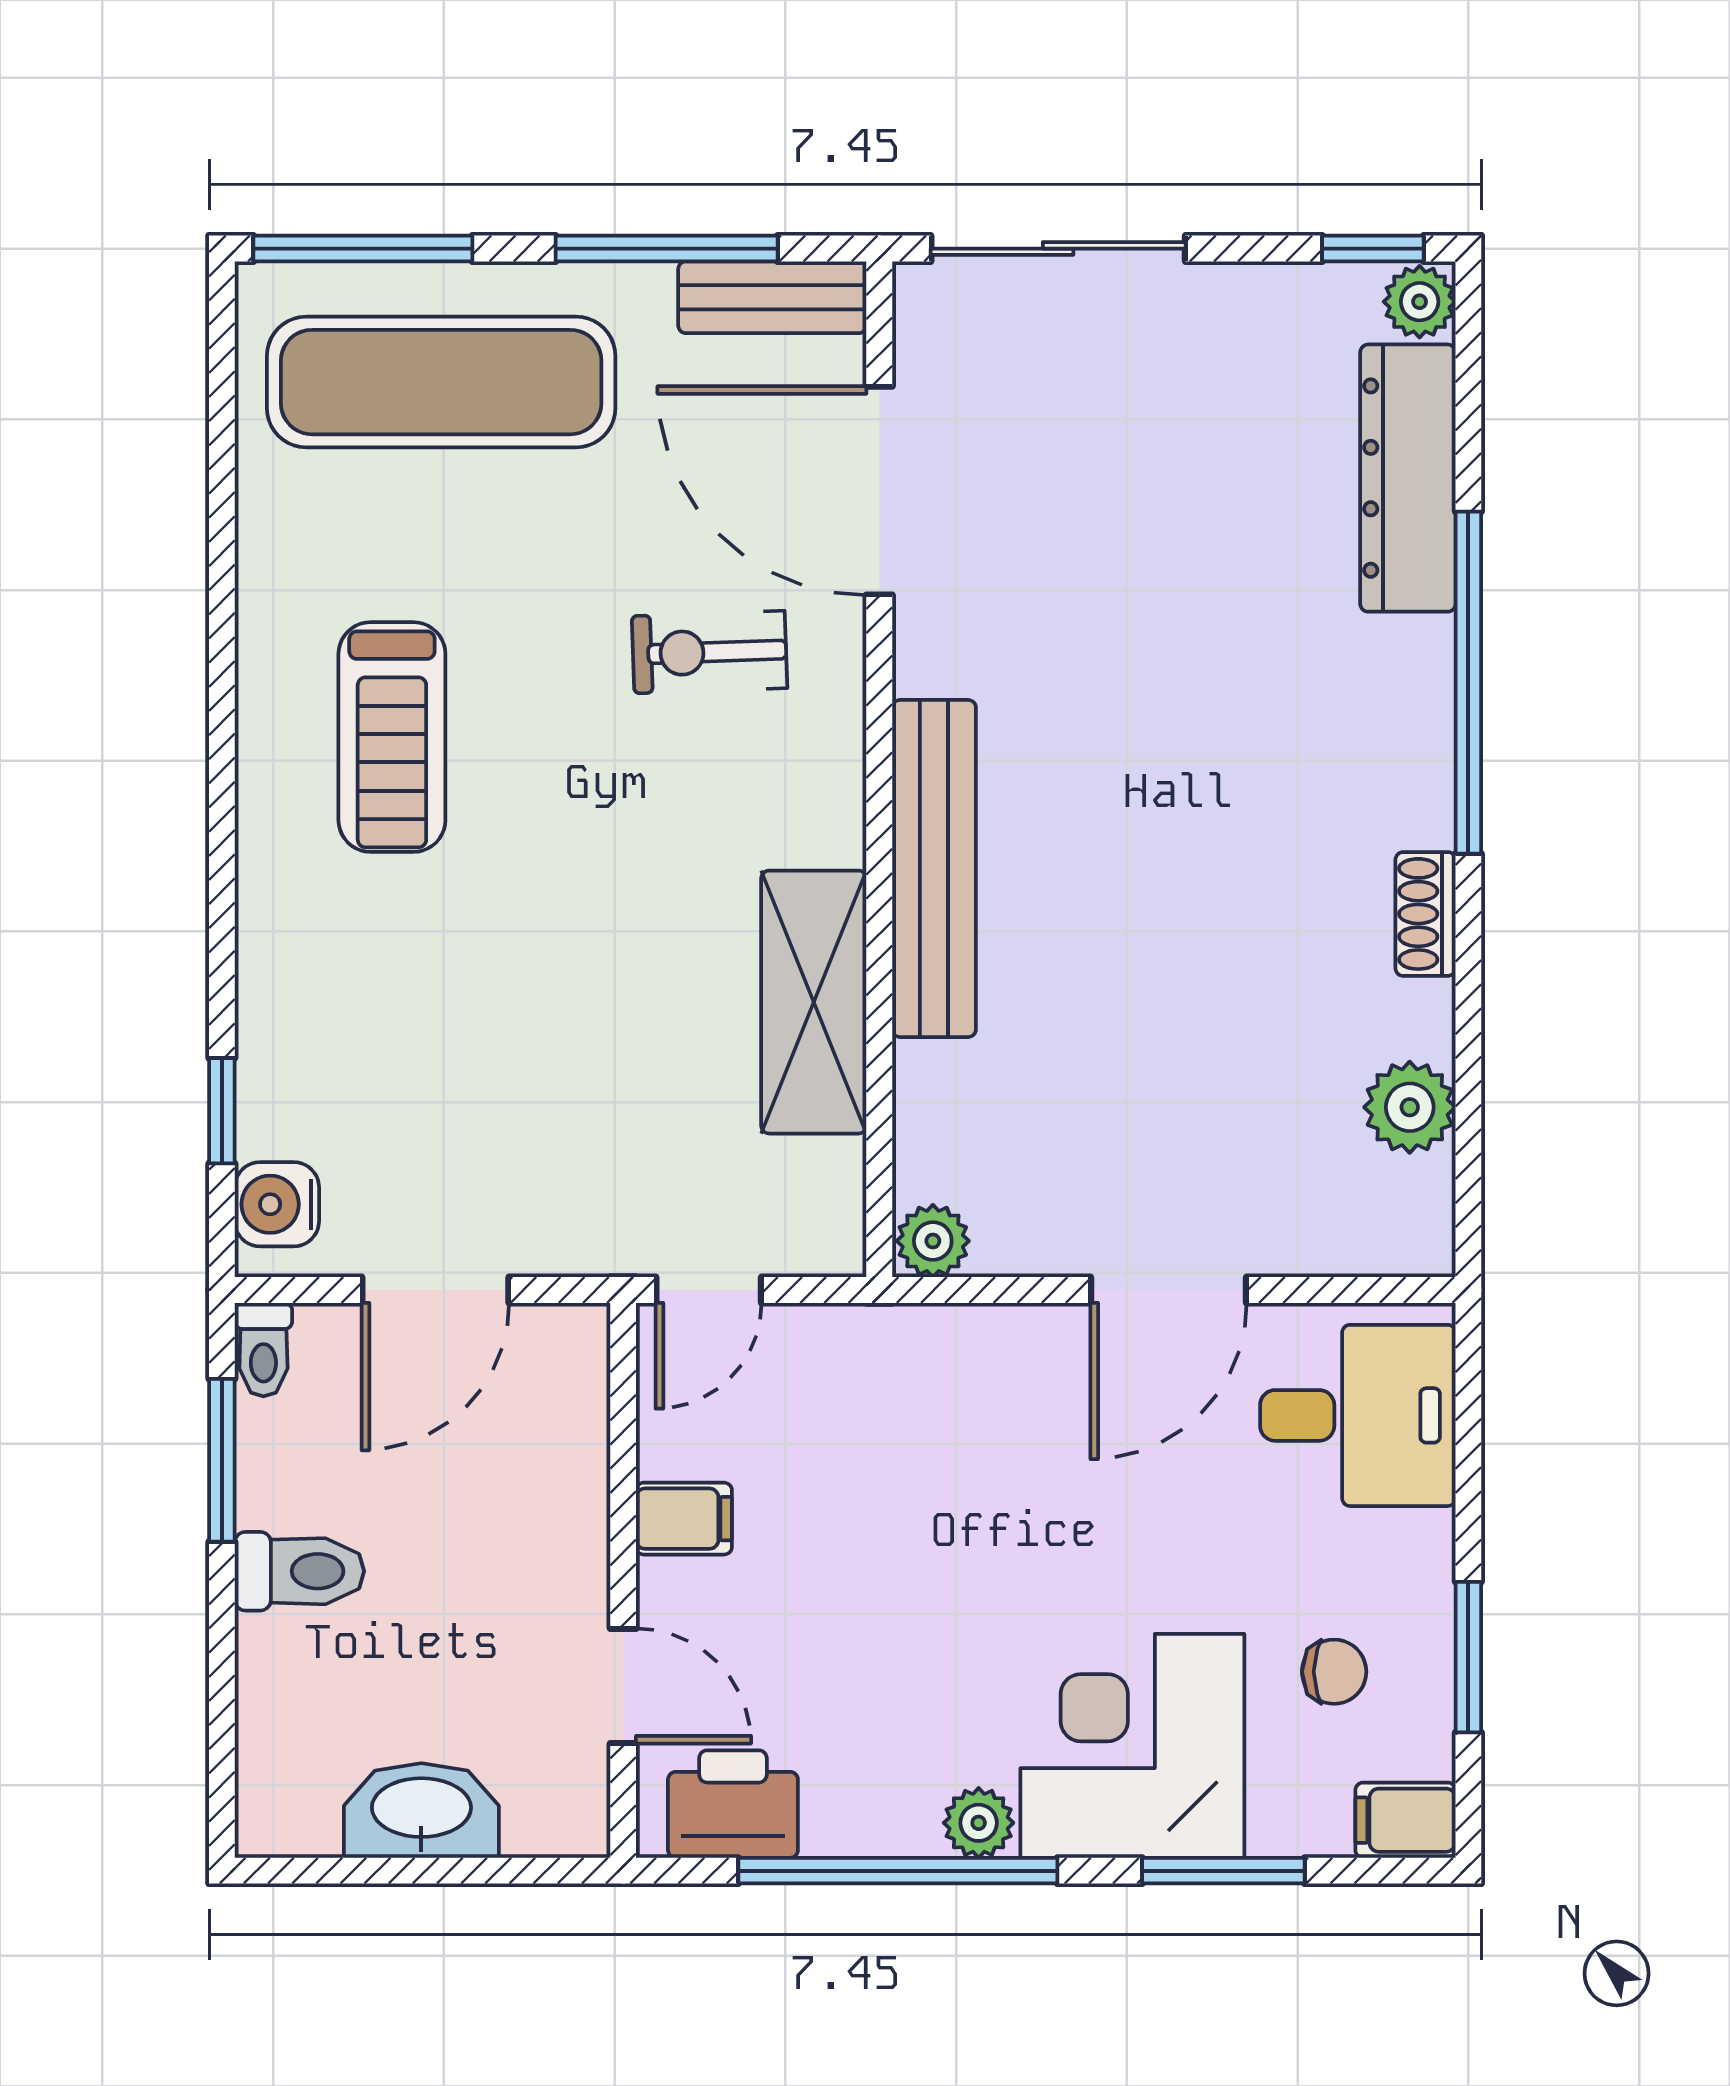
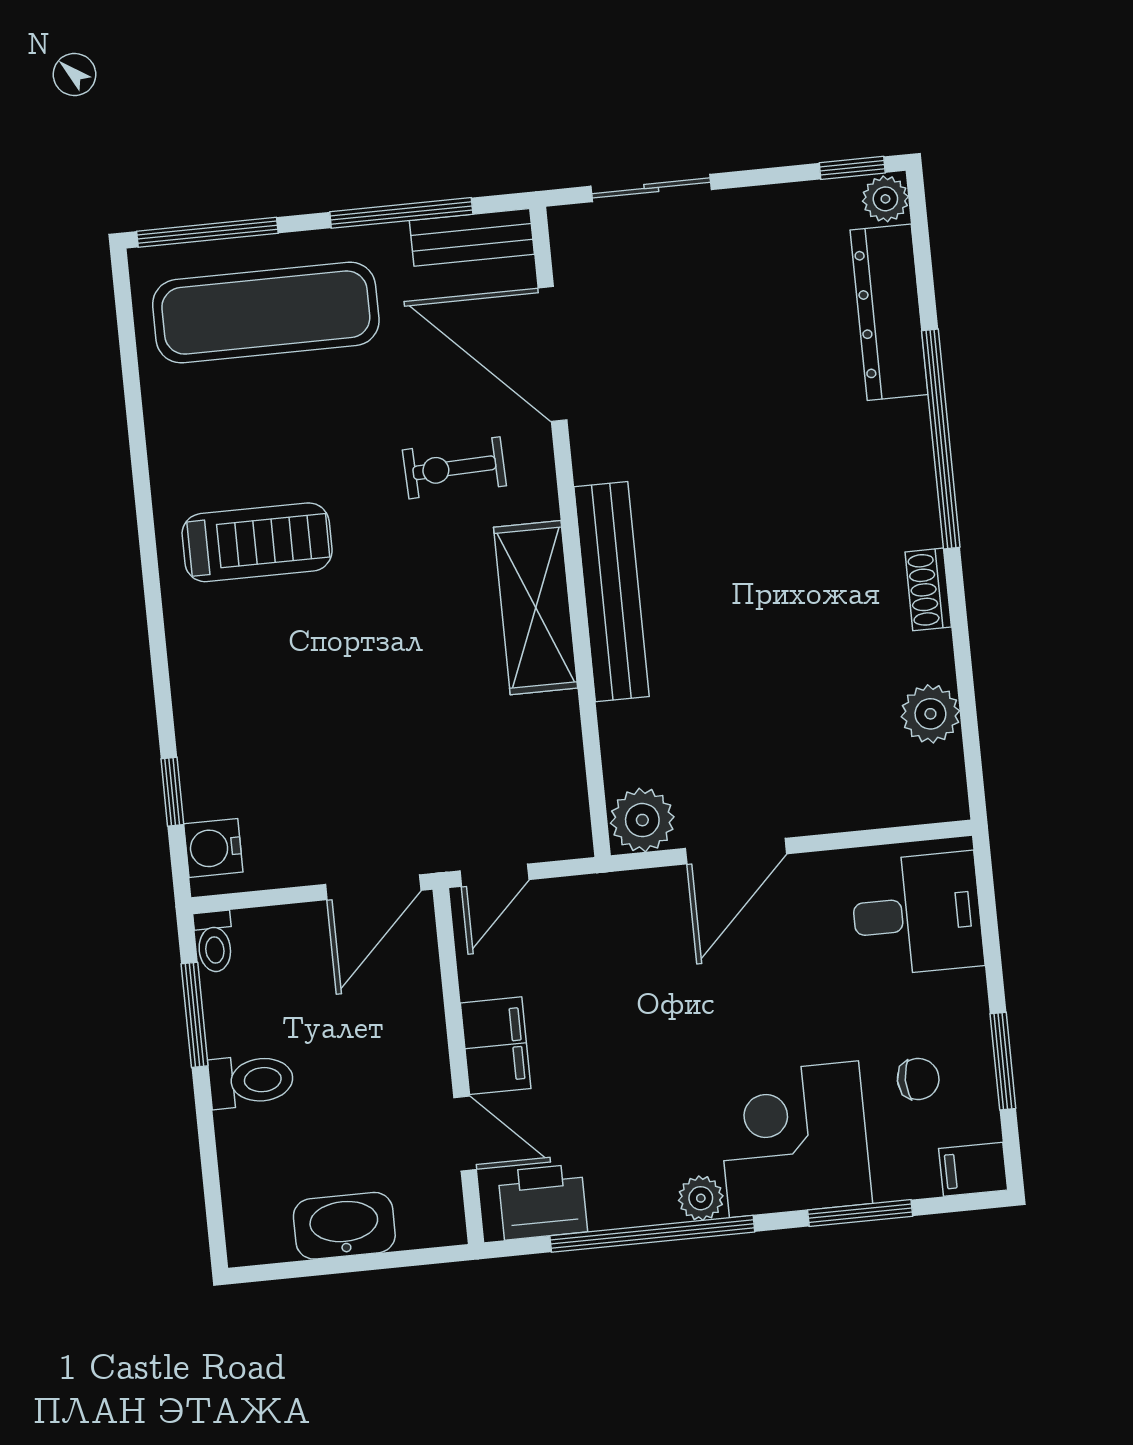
sliding door: (1058, 249) -> (651, 188), width x0.73
treadmill: (392, 737) -> (257, 542), turned -90
shelving: (814, 1002) -> (536, 608), moved
plant: (933, 1241) -> (642, 820), width x1.38, depth x1.38
door: (435, 1290) -> (373, 887), moved
door: (1169, 1290) -> (736, 851), moved
filing cabinet: (684, 1519) -> (496, 1046), width x2.00

